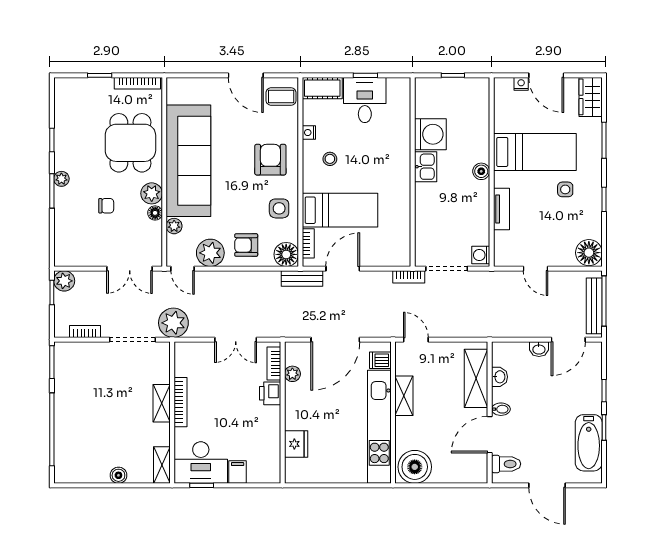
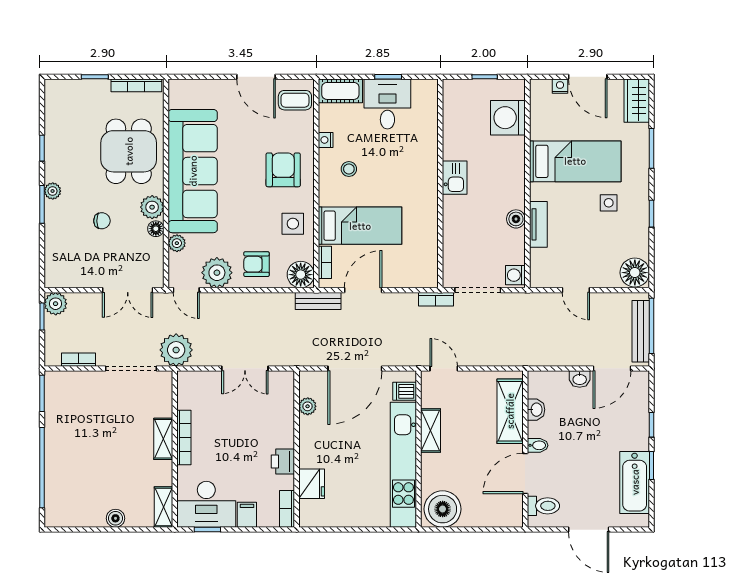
washing machine: (430, 134) -> (508, 118), moved, turned 180
boiler: (481, 171) -> (516, 219), moved
bookcase: (274, 364) -> (287, 509), moved
printer: (270, 393) -> (283, 462), moved

